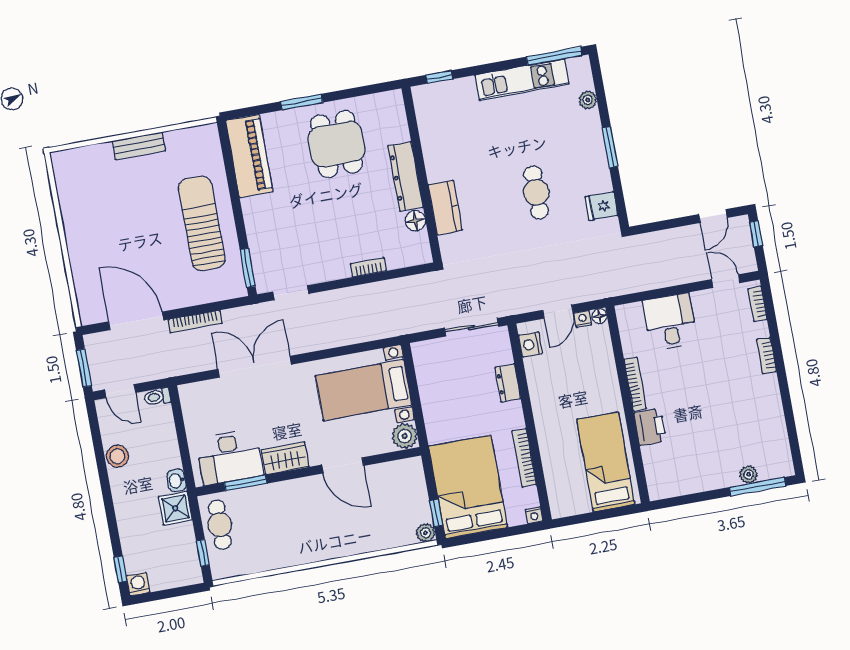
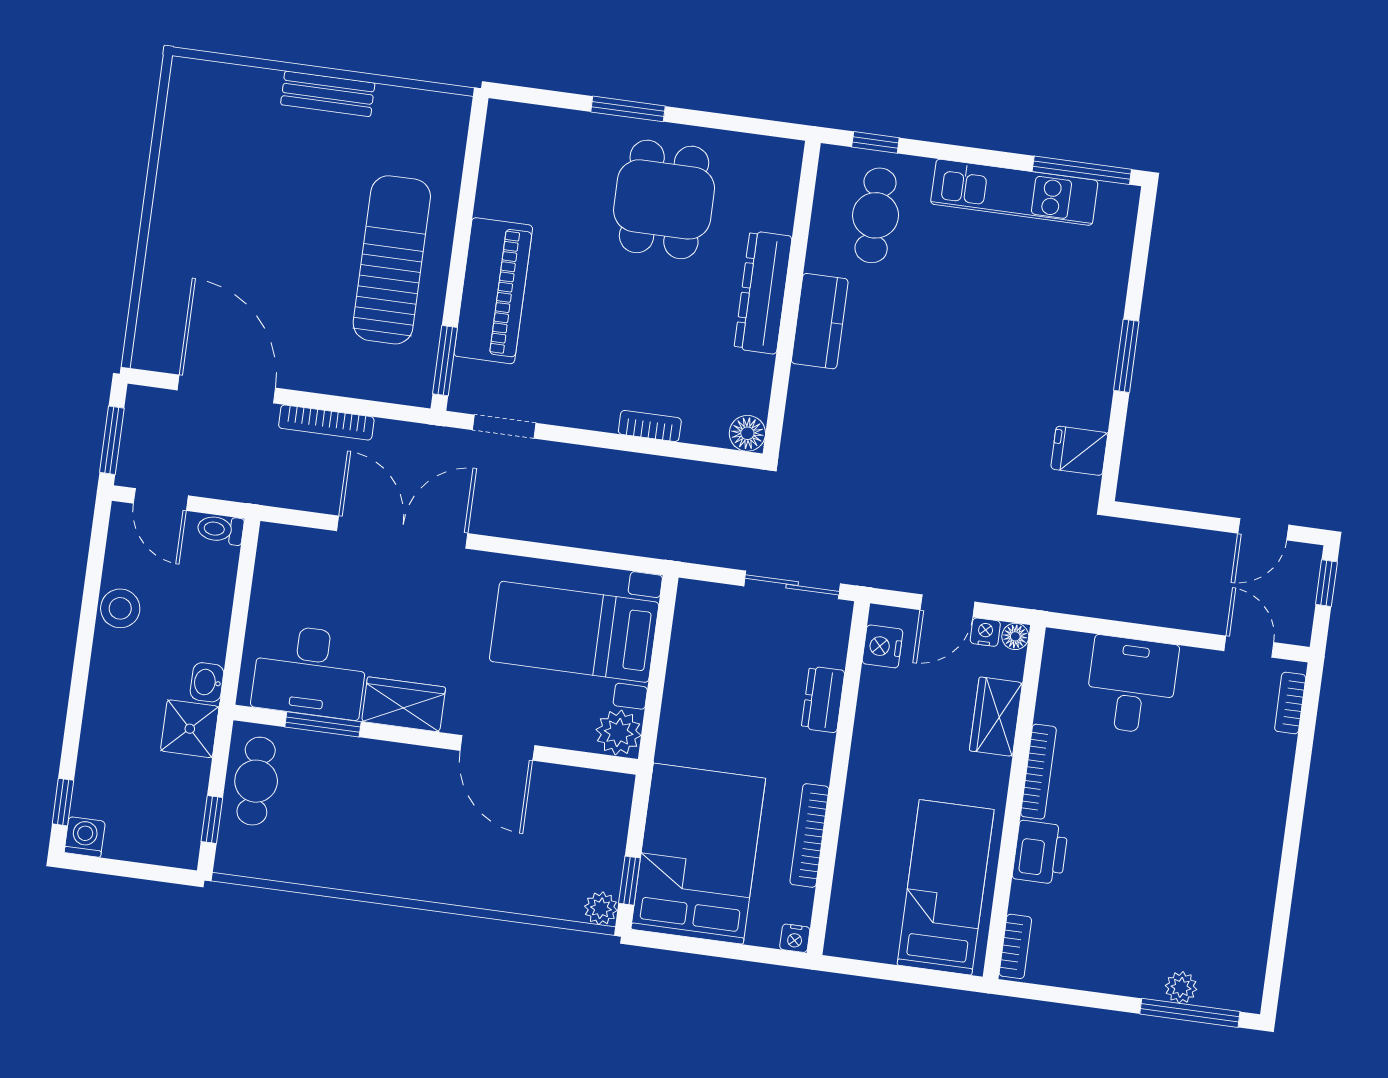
plant: (588, 100) -> (1115, 263), removed
piano: (249, 156) -> (493, 291), moved
cafe table: (536, 192) -> (876, 215), moved
kitchen counter: (445, 208) -> (820, 321), moved
floor lamp: (415, 221) -> (747, 433), moved
bookcase: (767, 355) -> (1015, 946), moved, turned 180
wardrobe: (603, 362) -> (996, 717), added

